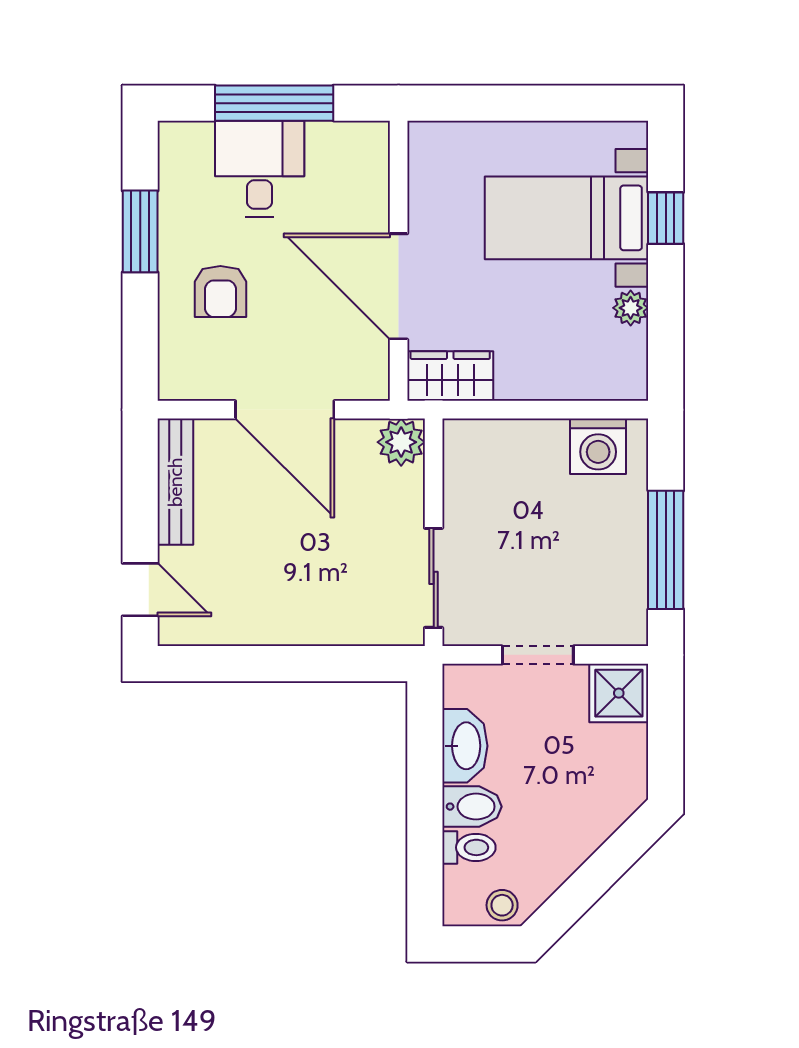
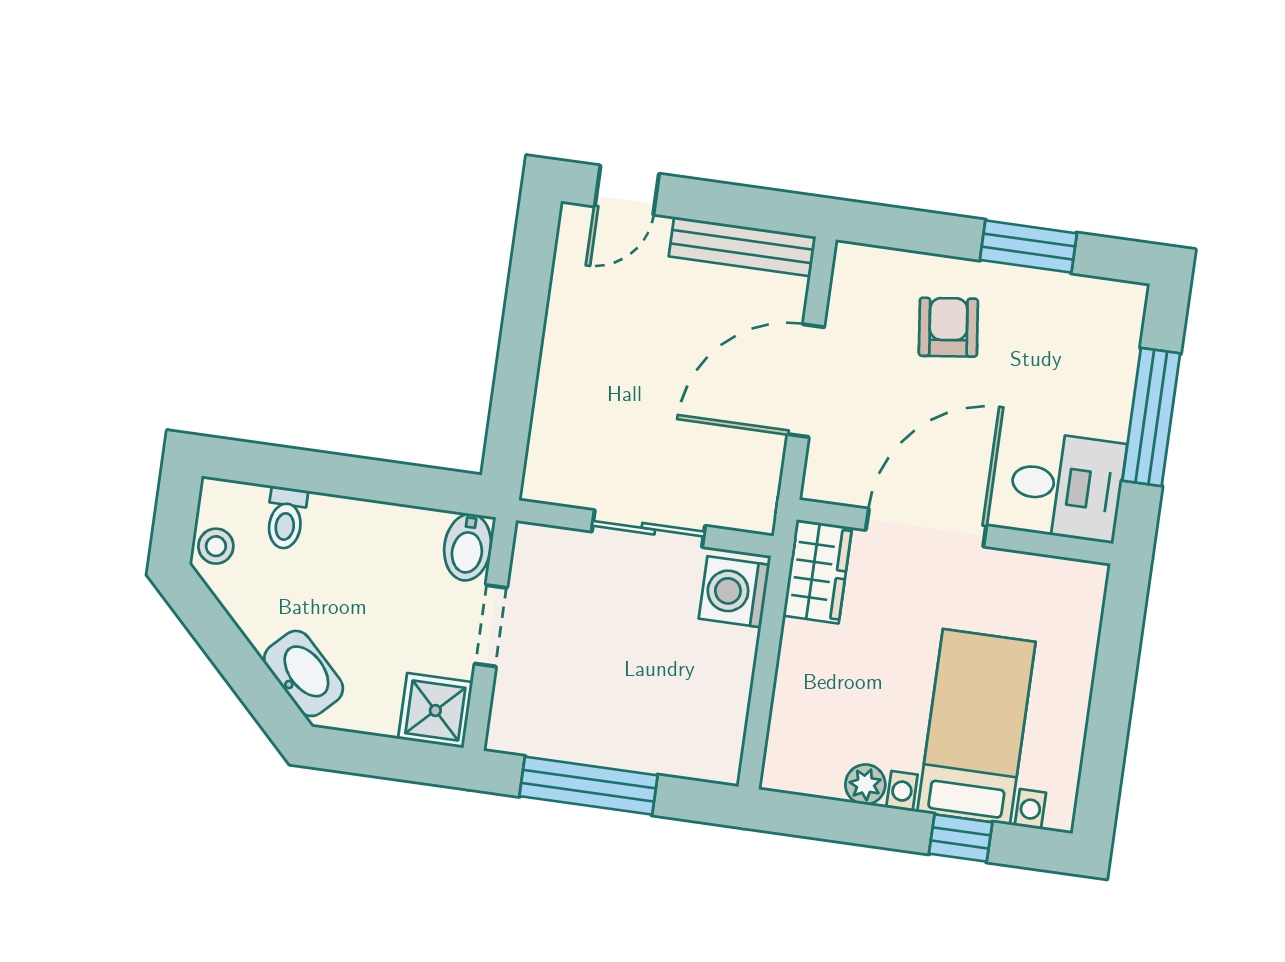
desk: (260, 169) -> (1067, 486), moved
armchair: (220, 292) -> (948, 327), turned 83
plant: (401, 442) -> (751, 506), removed
washing machine: (598, 446) -> (734, 592), moved
sliding door: (434, 578) -> (648, 529), moved
washbasin: (465, 746) -> (304, 673), moved, turned -135
bidet: (472, 807) -> (468, 547), moved

